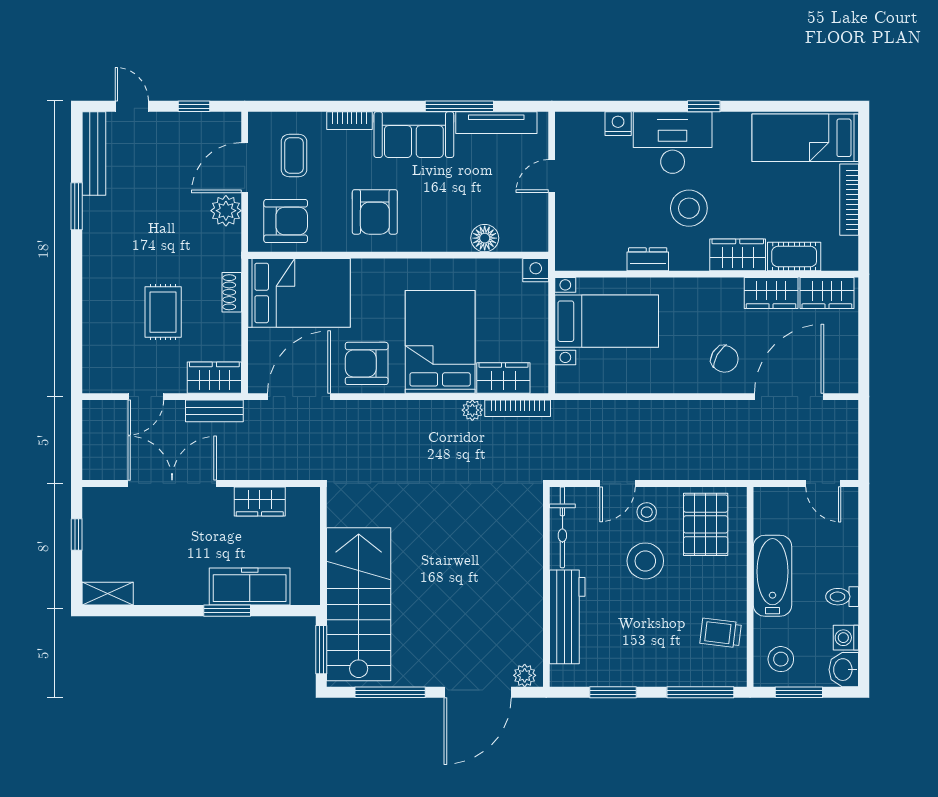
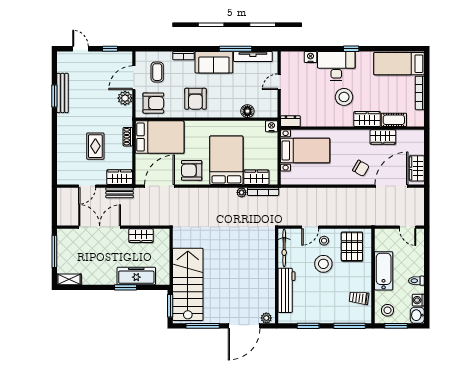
bench: (94, 154) -> (63, 93), moved
dresser: (648, 259) -> (290, 121), moved
wardrobe: (827, 293) -> (417, 168), moved, turned 90
window: (77, 535) -> (54, 251), width x2.17

